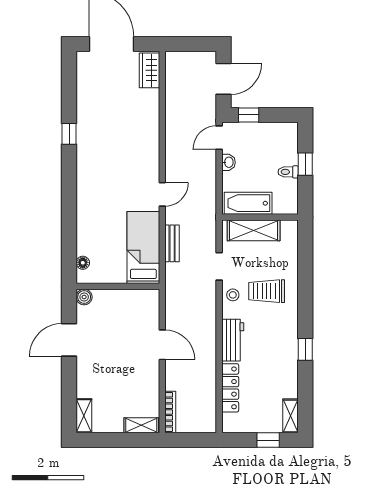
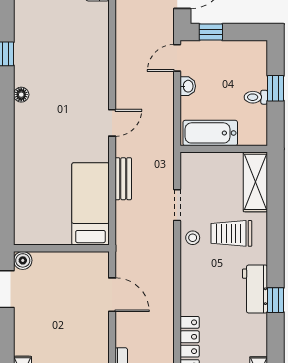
shelving: (254, 230) -> (255, 182), moved, turned 90
bed: (143, 248) -> (90, 204), moved
floor lamp: (83, 263) -> (21, 95), moved
wall: (118, 286) -> (61, 248), moved
boiler: (84, 297) -> (23, 260), moved
workbench: (233, 340) -> (255, 289), moved, turned 180

